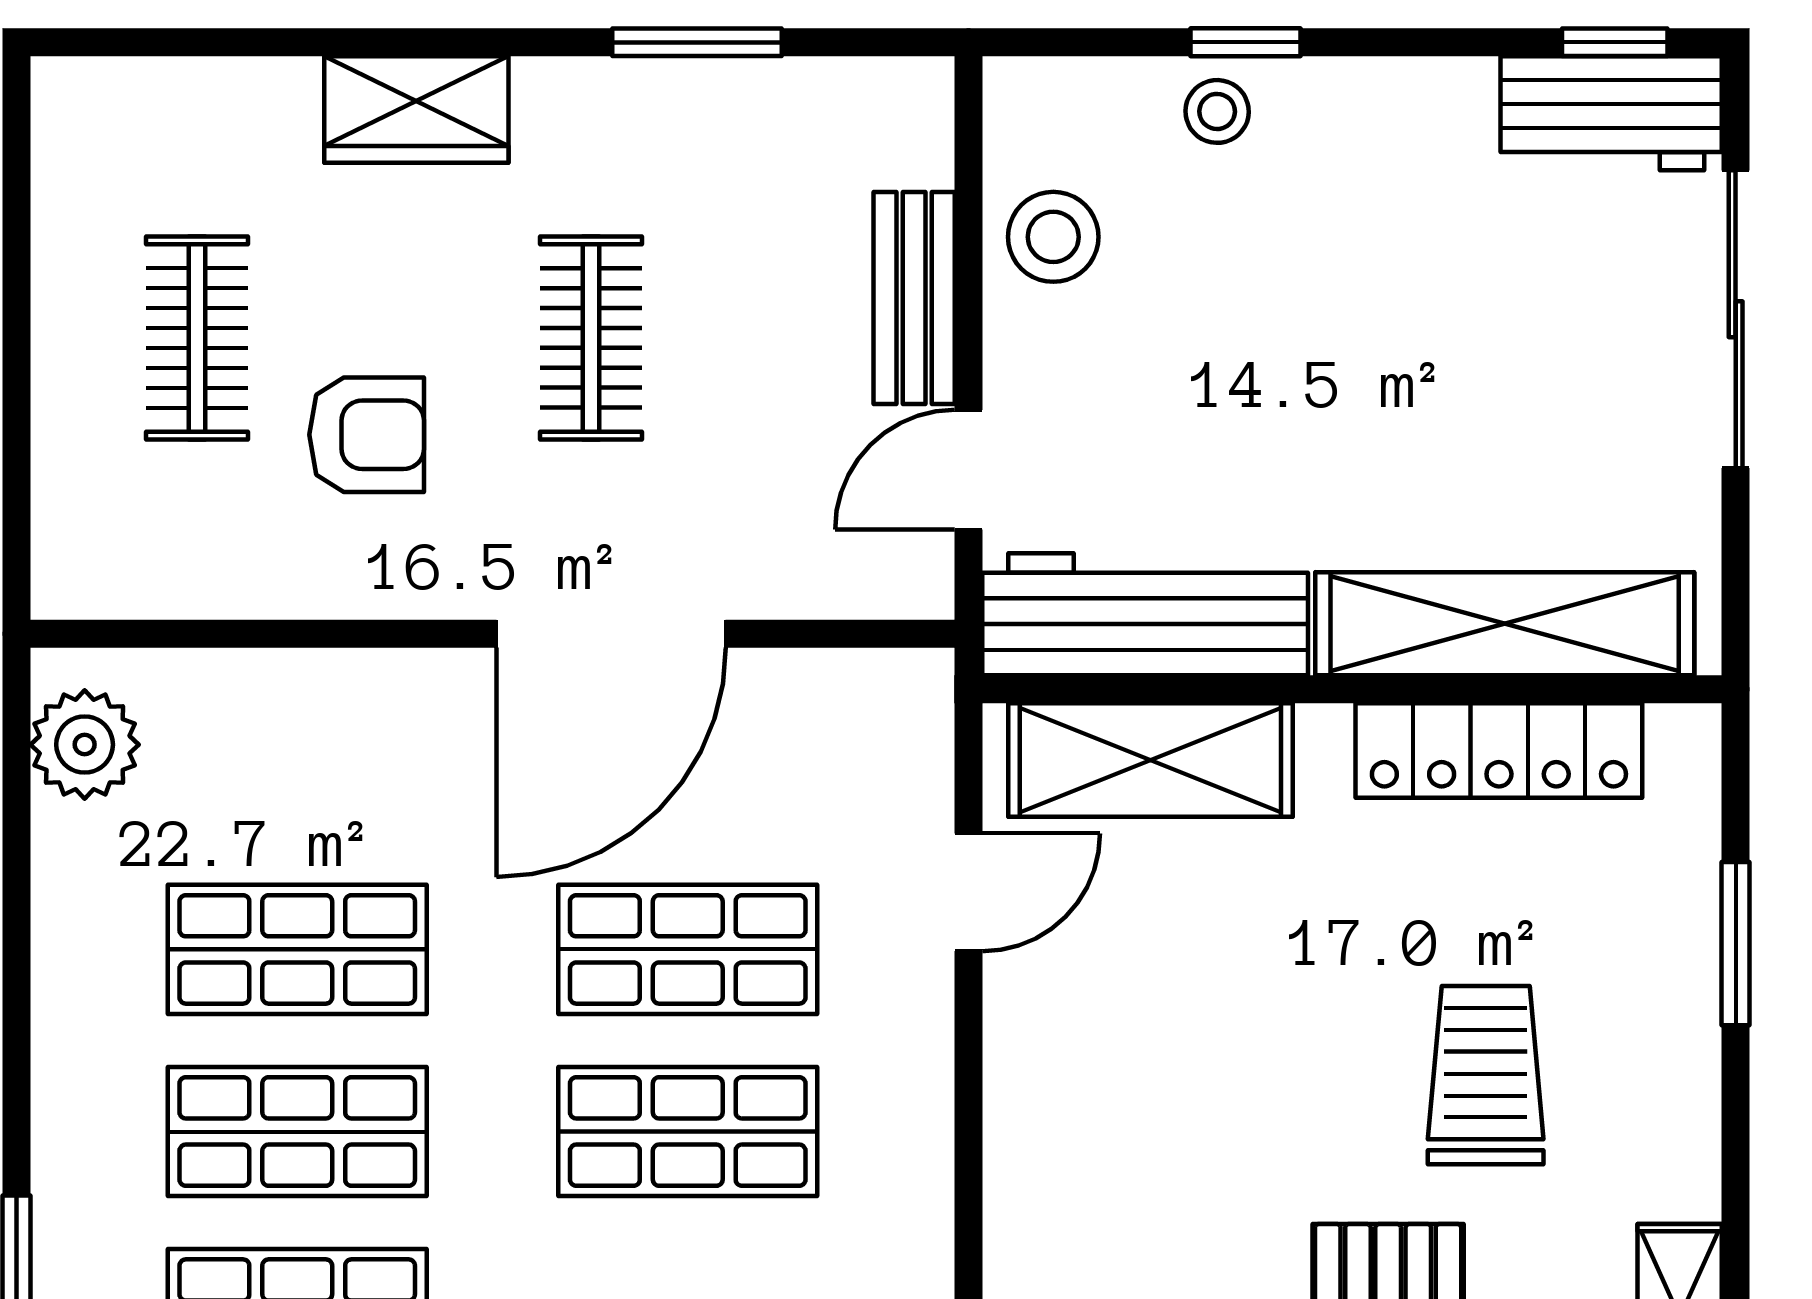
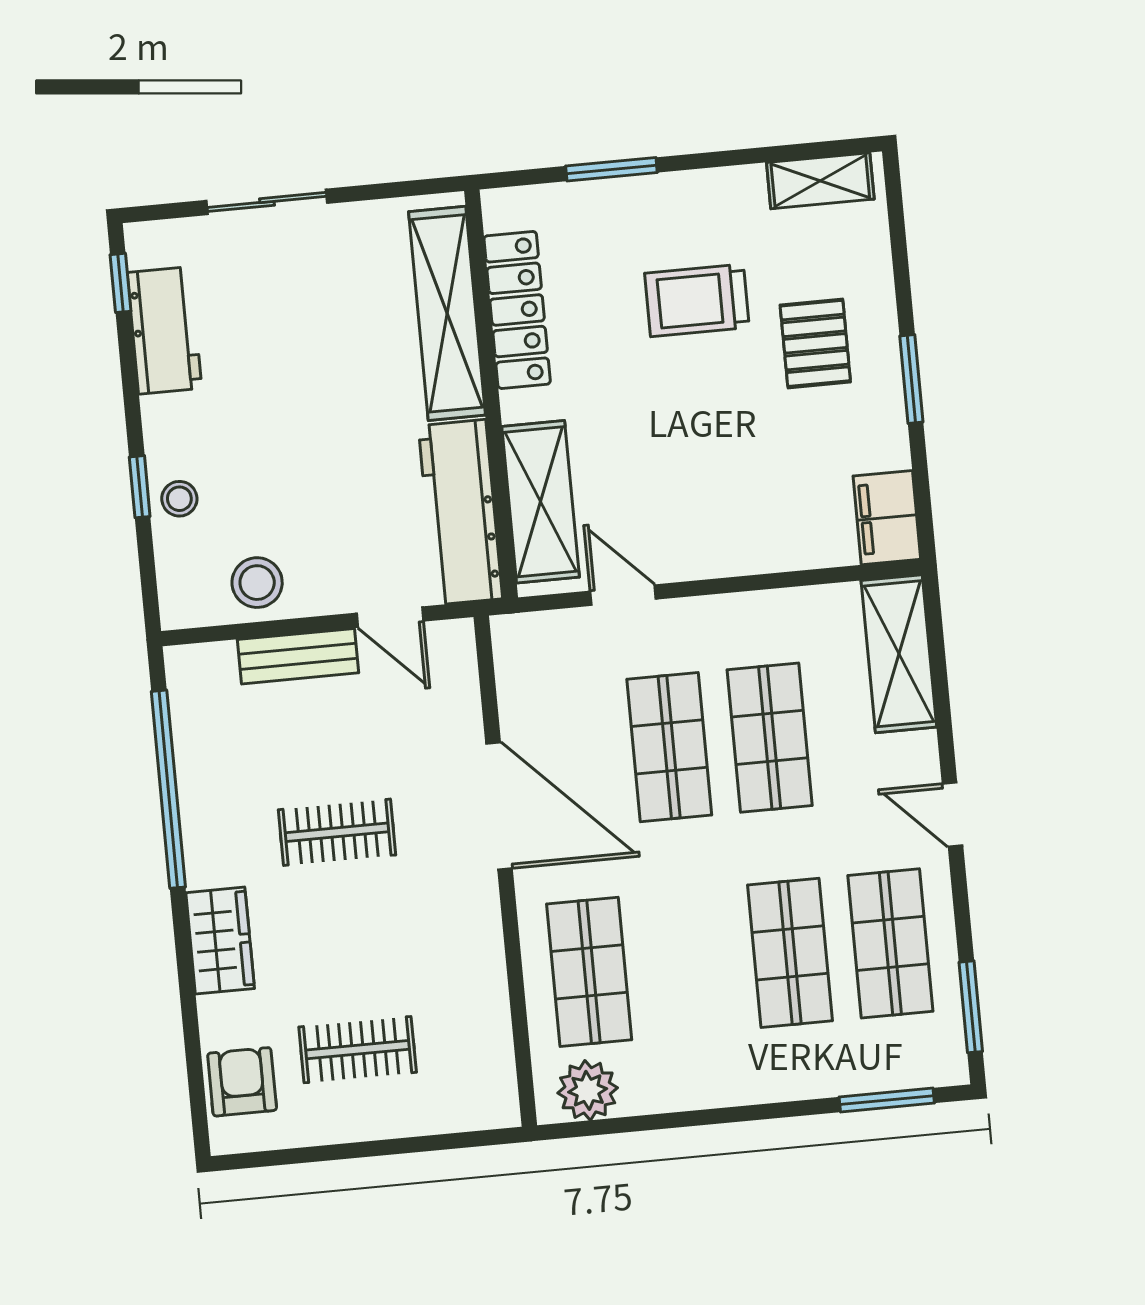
window: (697, 42) -> (168, 789), width x2.11
workbench: (1611, 113) -> (164, 330), moved
sliding door: (1736, 319) -> (267, 202), width x0.73
armchair: (367, 435) -> (242, 1082), moved
shop shelf: (297, 949) -> (589, 972), moved

